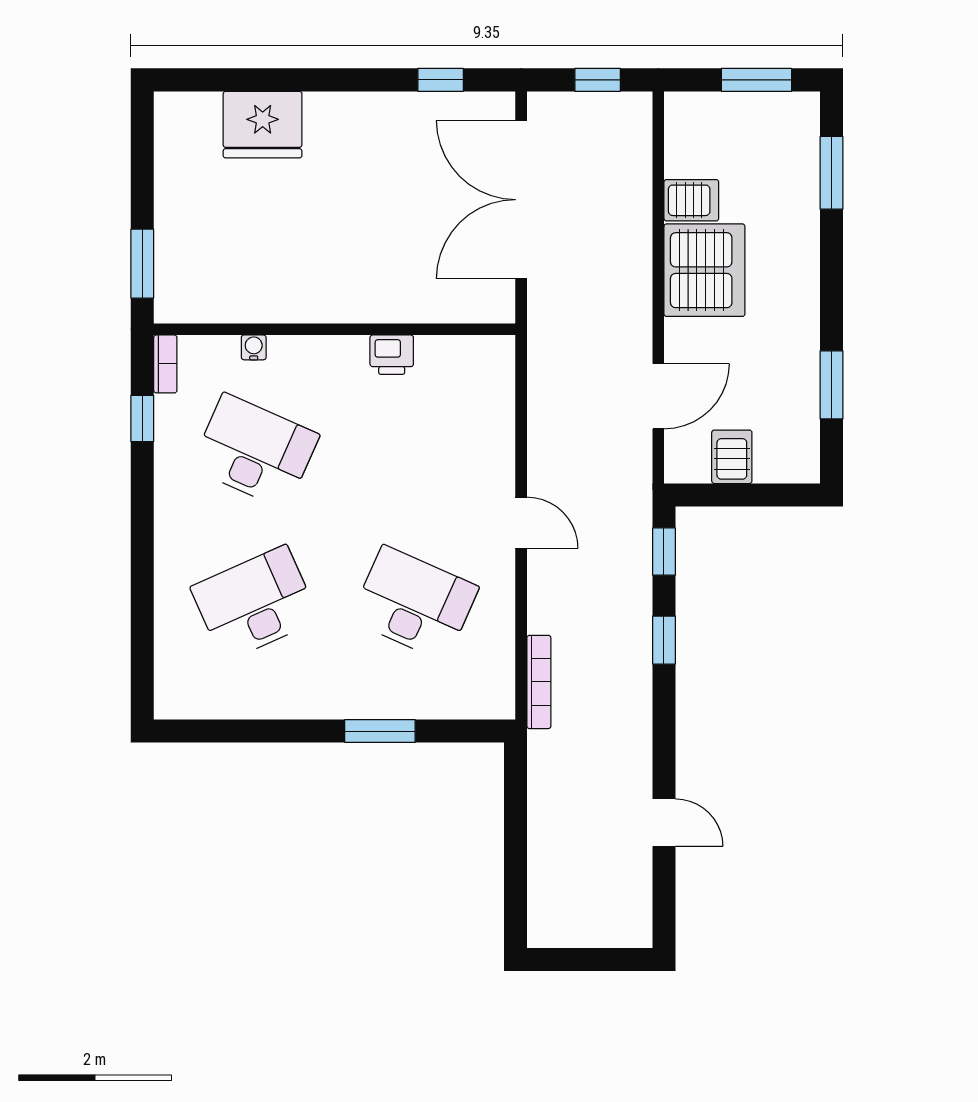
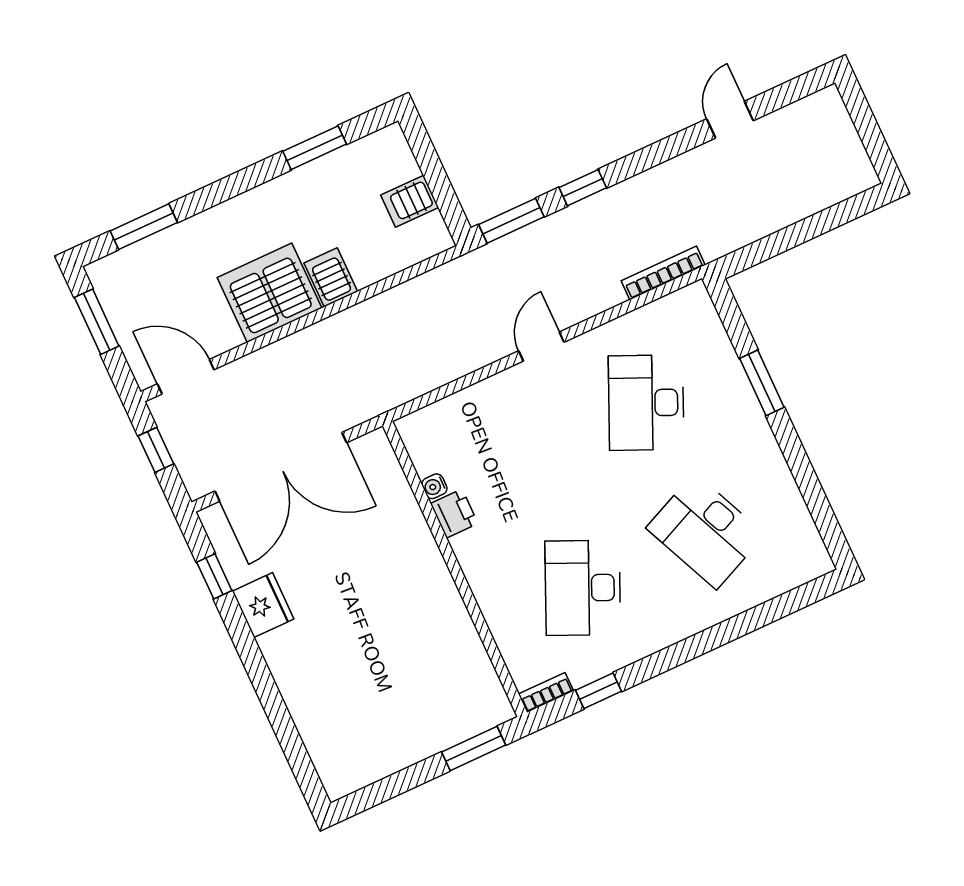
fridge: (263, 125) -> (263, 605), moved, width x0.73, depth x0.75
server rack: (691, 200) -> (331, 277), moved
water cooler: (254, 347) -> (434, 486), moved
door: (658, 396) -> (186, 377), moved
window: (664, 552) -> (511, 221), width x1.50

